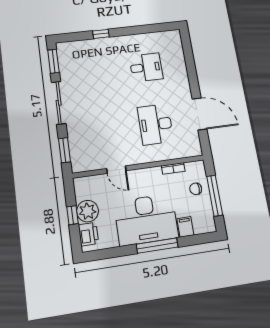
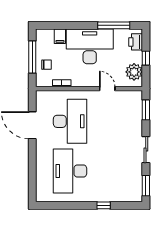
desk: (146, 67) -> (70, 171), width x1.87, depth x1.30
sliding door: (59, 103) -> (146, 150), width x0.73
desk: (156, 124) -> (70, 121), width x1.36, depth x1.30
plant: (88, 211) -> (134, 72), moved
window: (157, 246) -> (114, 25), moved

